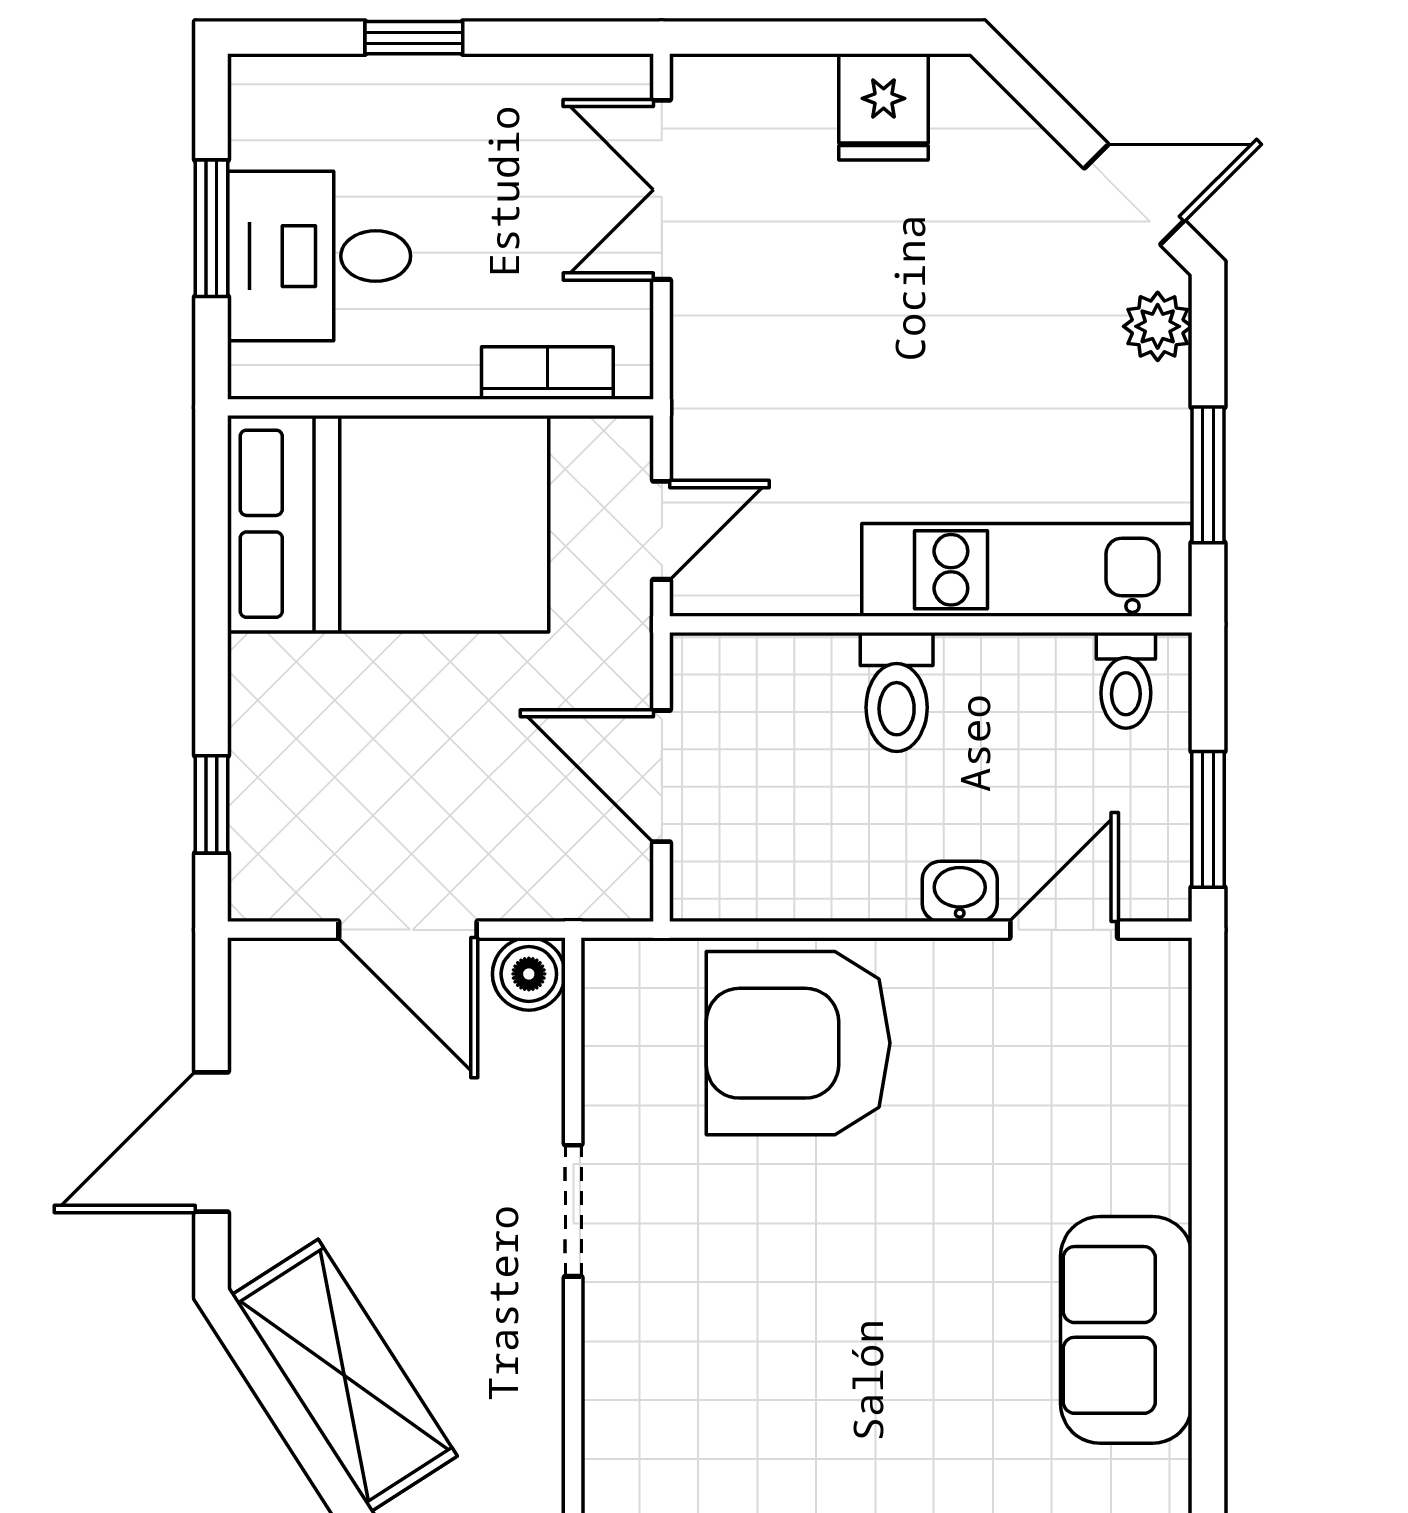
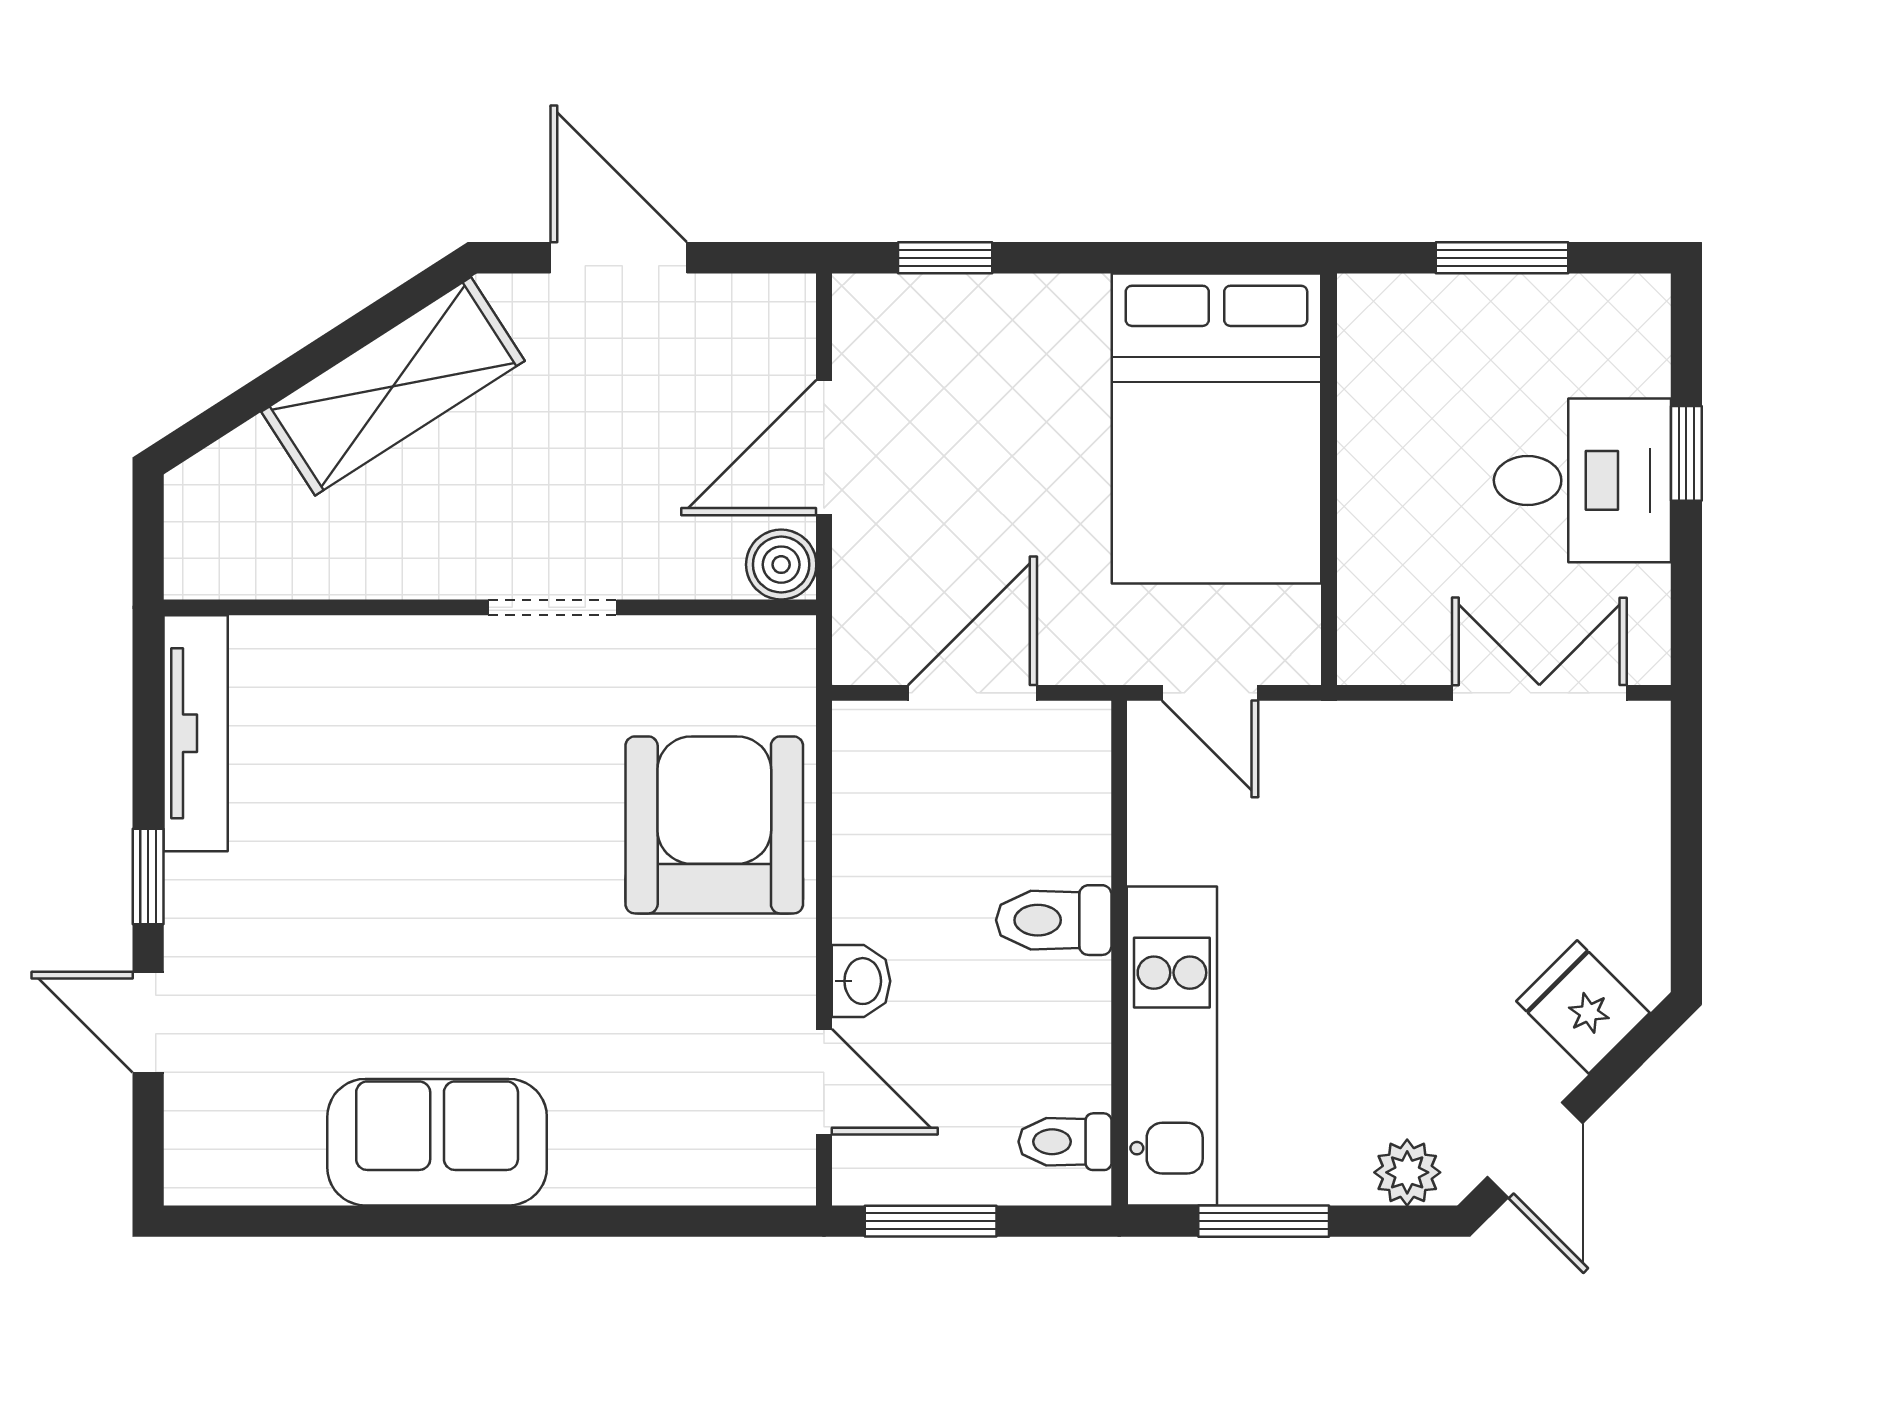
fridge: (884, 107) -> (1583, 1007), moved, turned 45
desk: (319, 256) -> (1582, 480), moved, turned 90
bookcase: (547, 373) -> (1362, 582), removed

